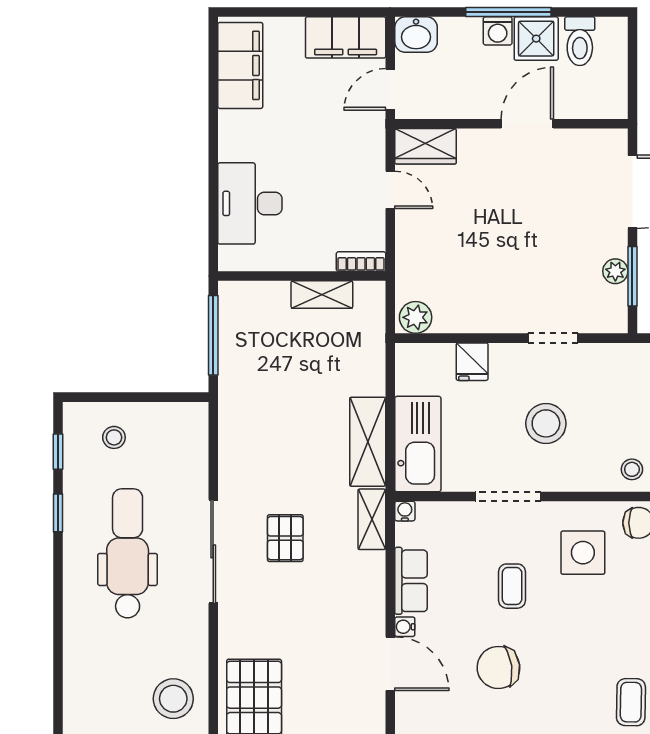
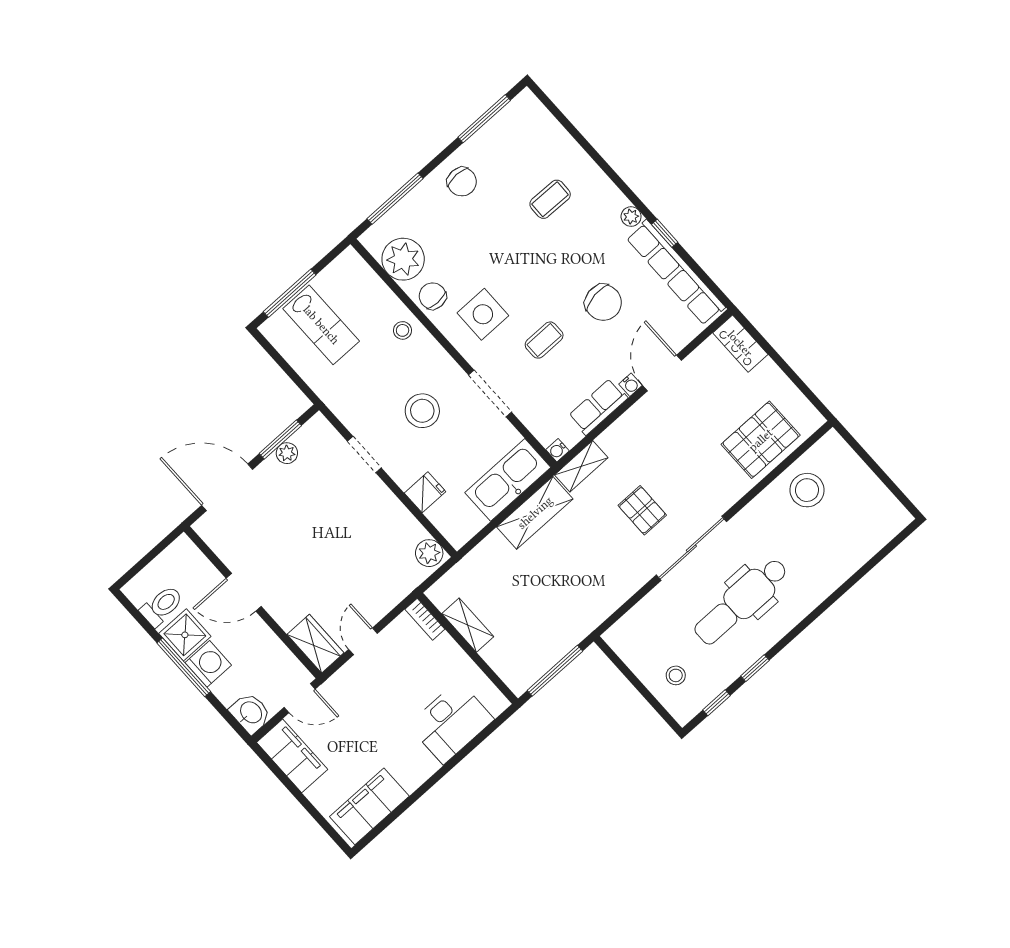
washing machine: (498, 31) -> (208, 664), width x1.38, depth x1.38
pallet: (285, 538) -> (642, 510), turned 90

